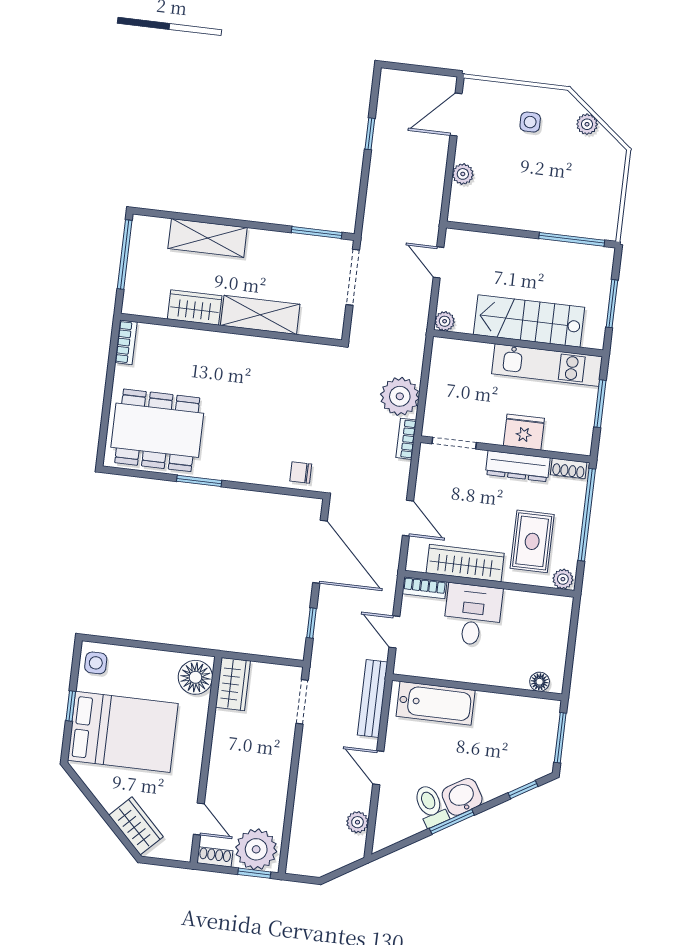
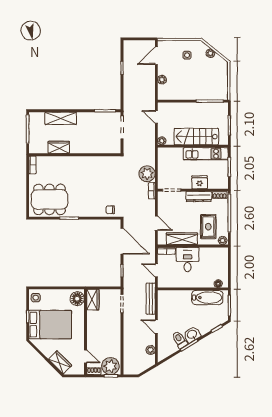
shelving: (260, 315) -> (86, 147), removed
bathtub: (436, 703) -> (207, 298), moved

